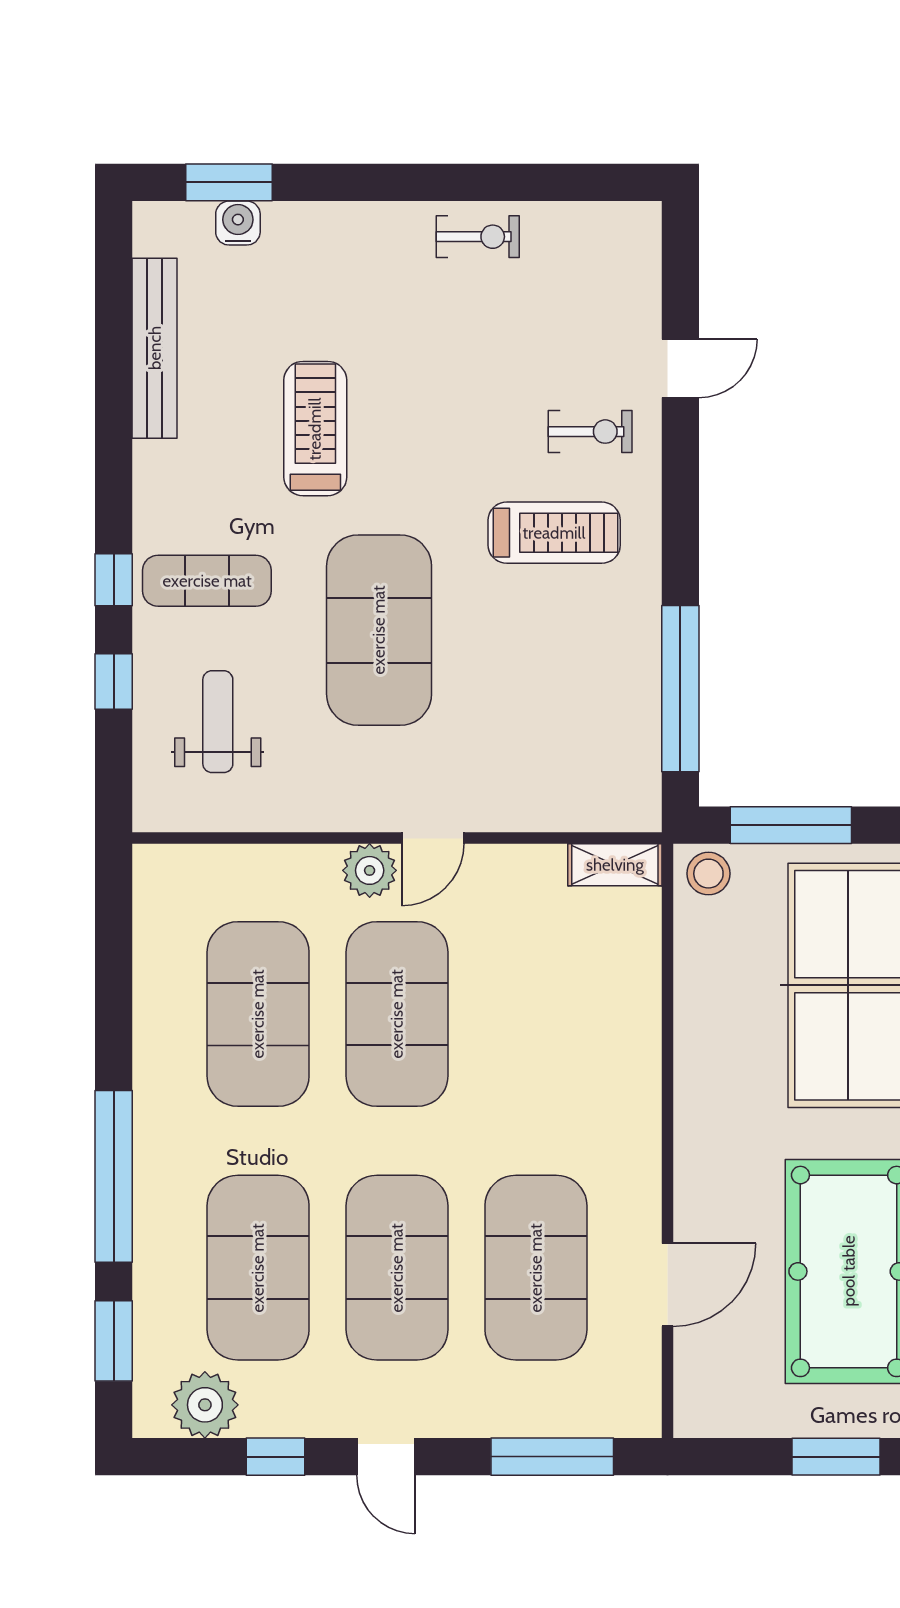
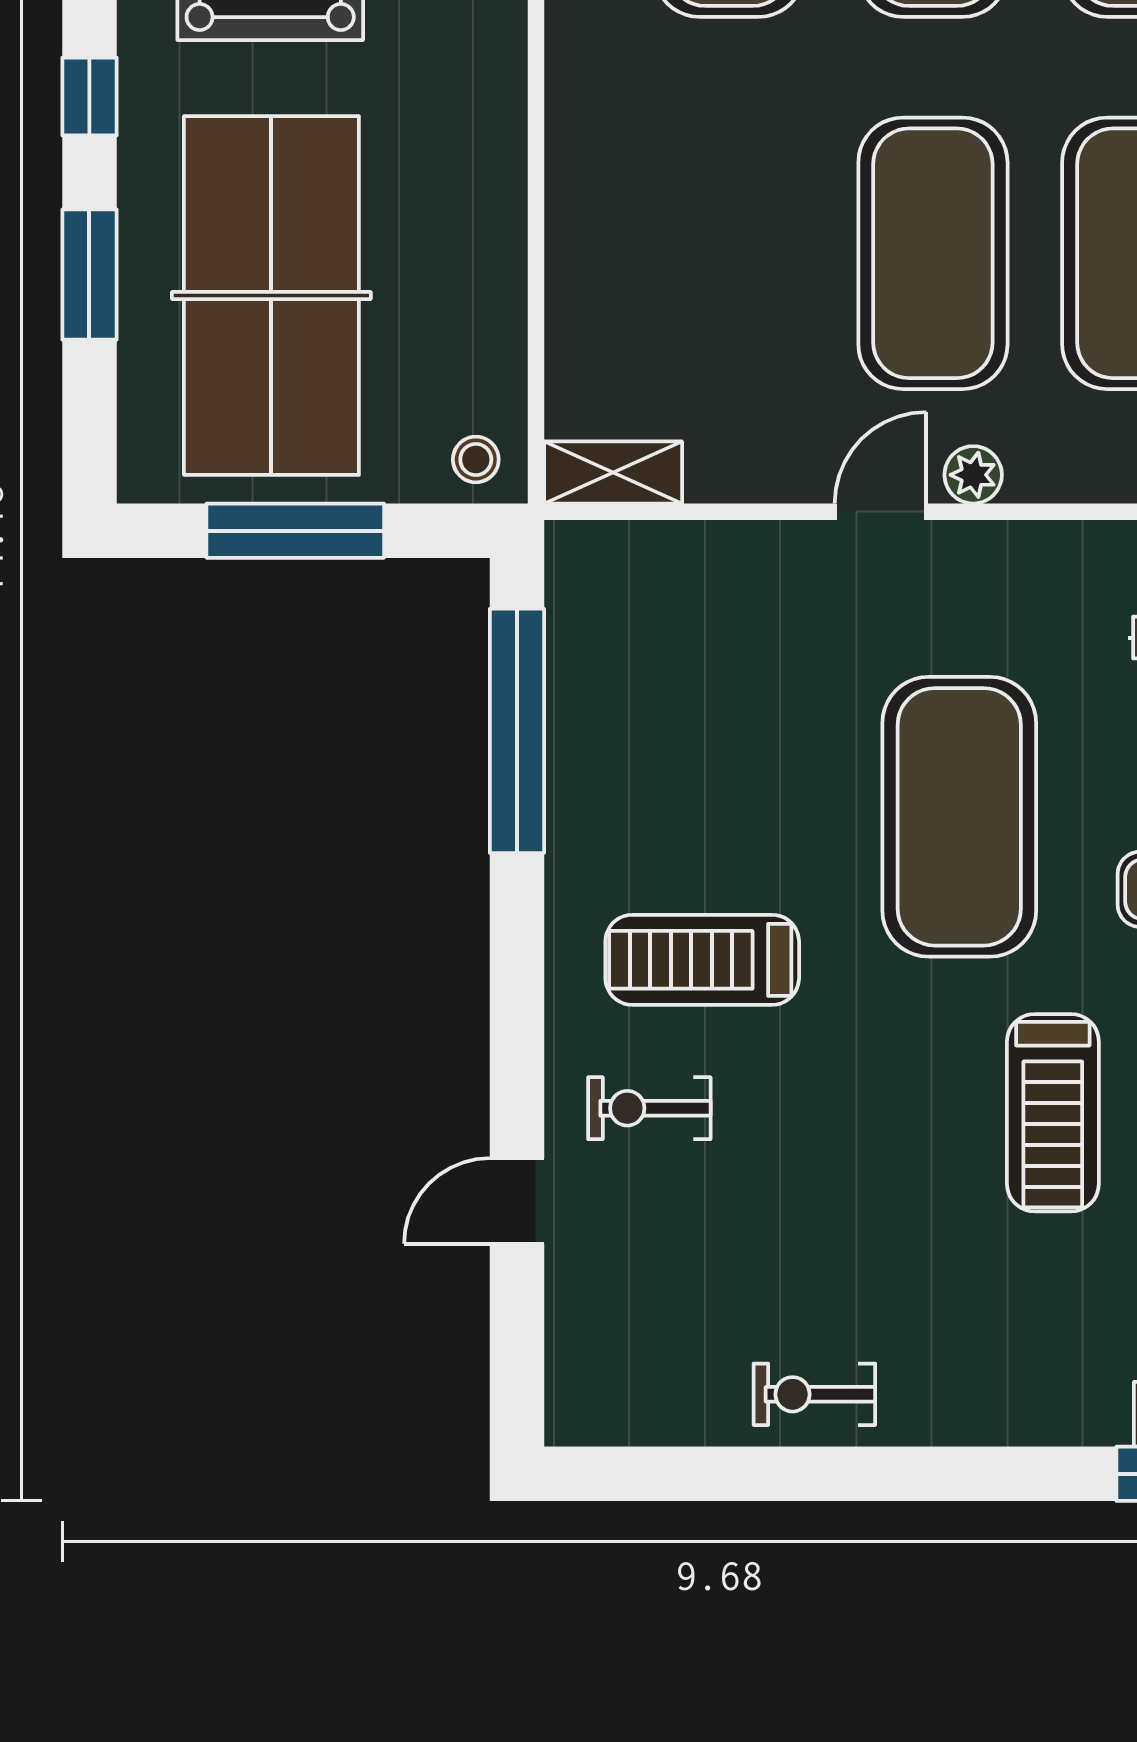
window: (791, 825) -> (295, 531), moved
plant: (370, 870) -> (973, 475), width x0.73, depth x0.73
stool: (708, 874) -> (476, 459), width x0.73, depth x0.73

